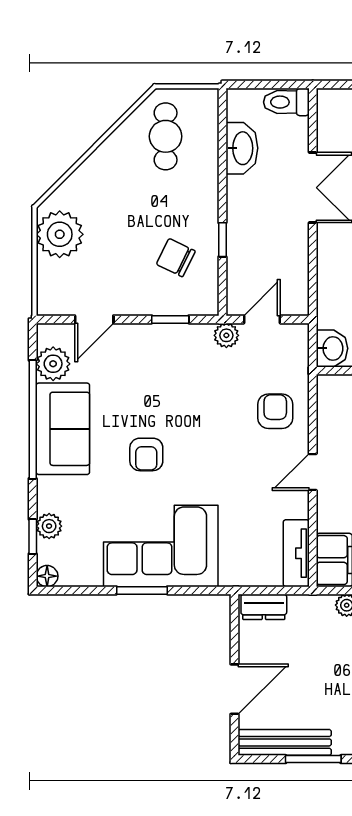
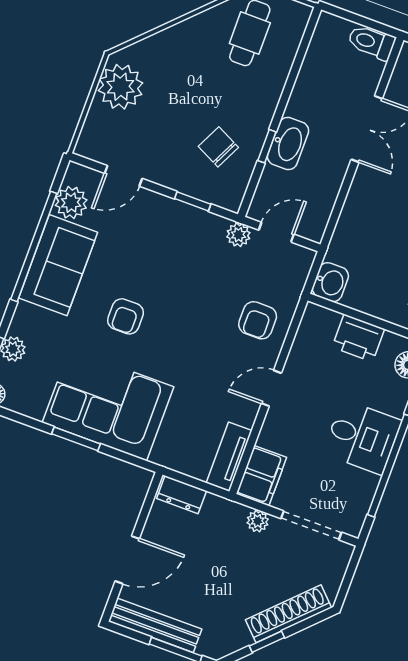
washbasin: (242, 148) -> (288, 143), moved
armchair: (275, 411) -> (258, 320), turned 180

